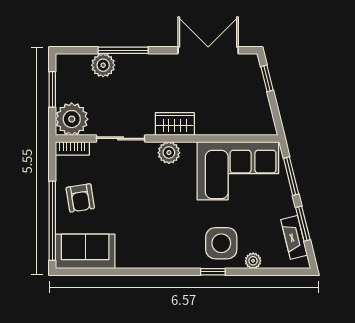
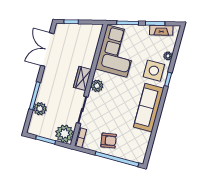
sofa: (85, 251) -> (149, 108), moved, width x1.36

